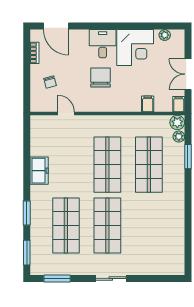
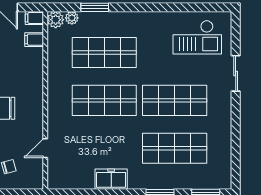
filing cabinet: (148, 104) -> (34, 40), moved
checkout: (162, 245) -> (197, 37), added
window: (57, 278) -> (236, 158), removed
sliding door: (111, 278) -> (236, 73), moved

